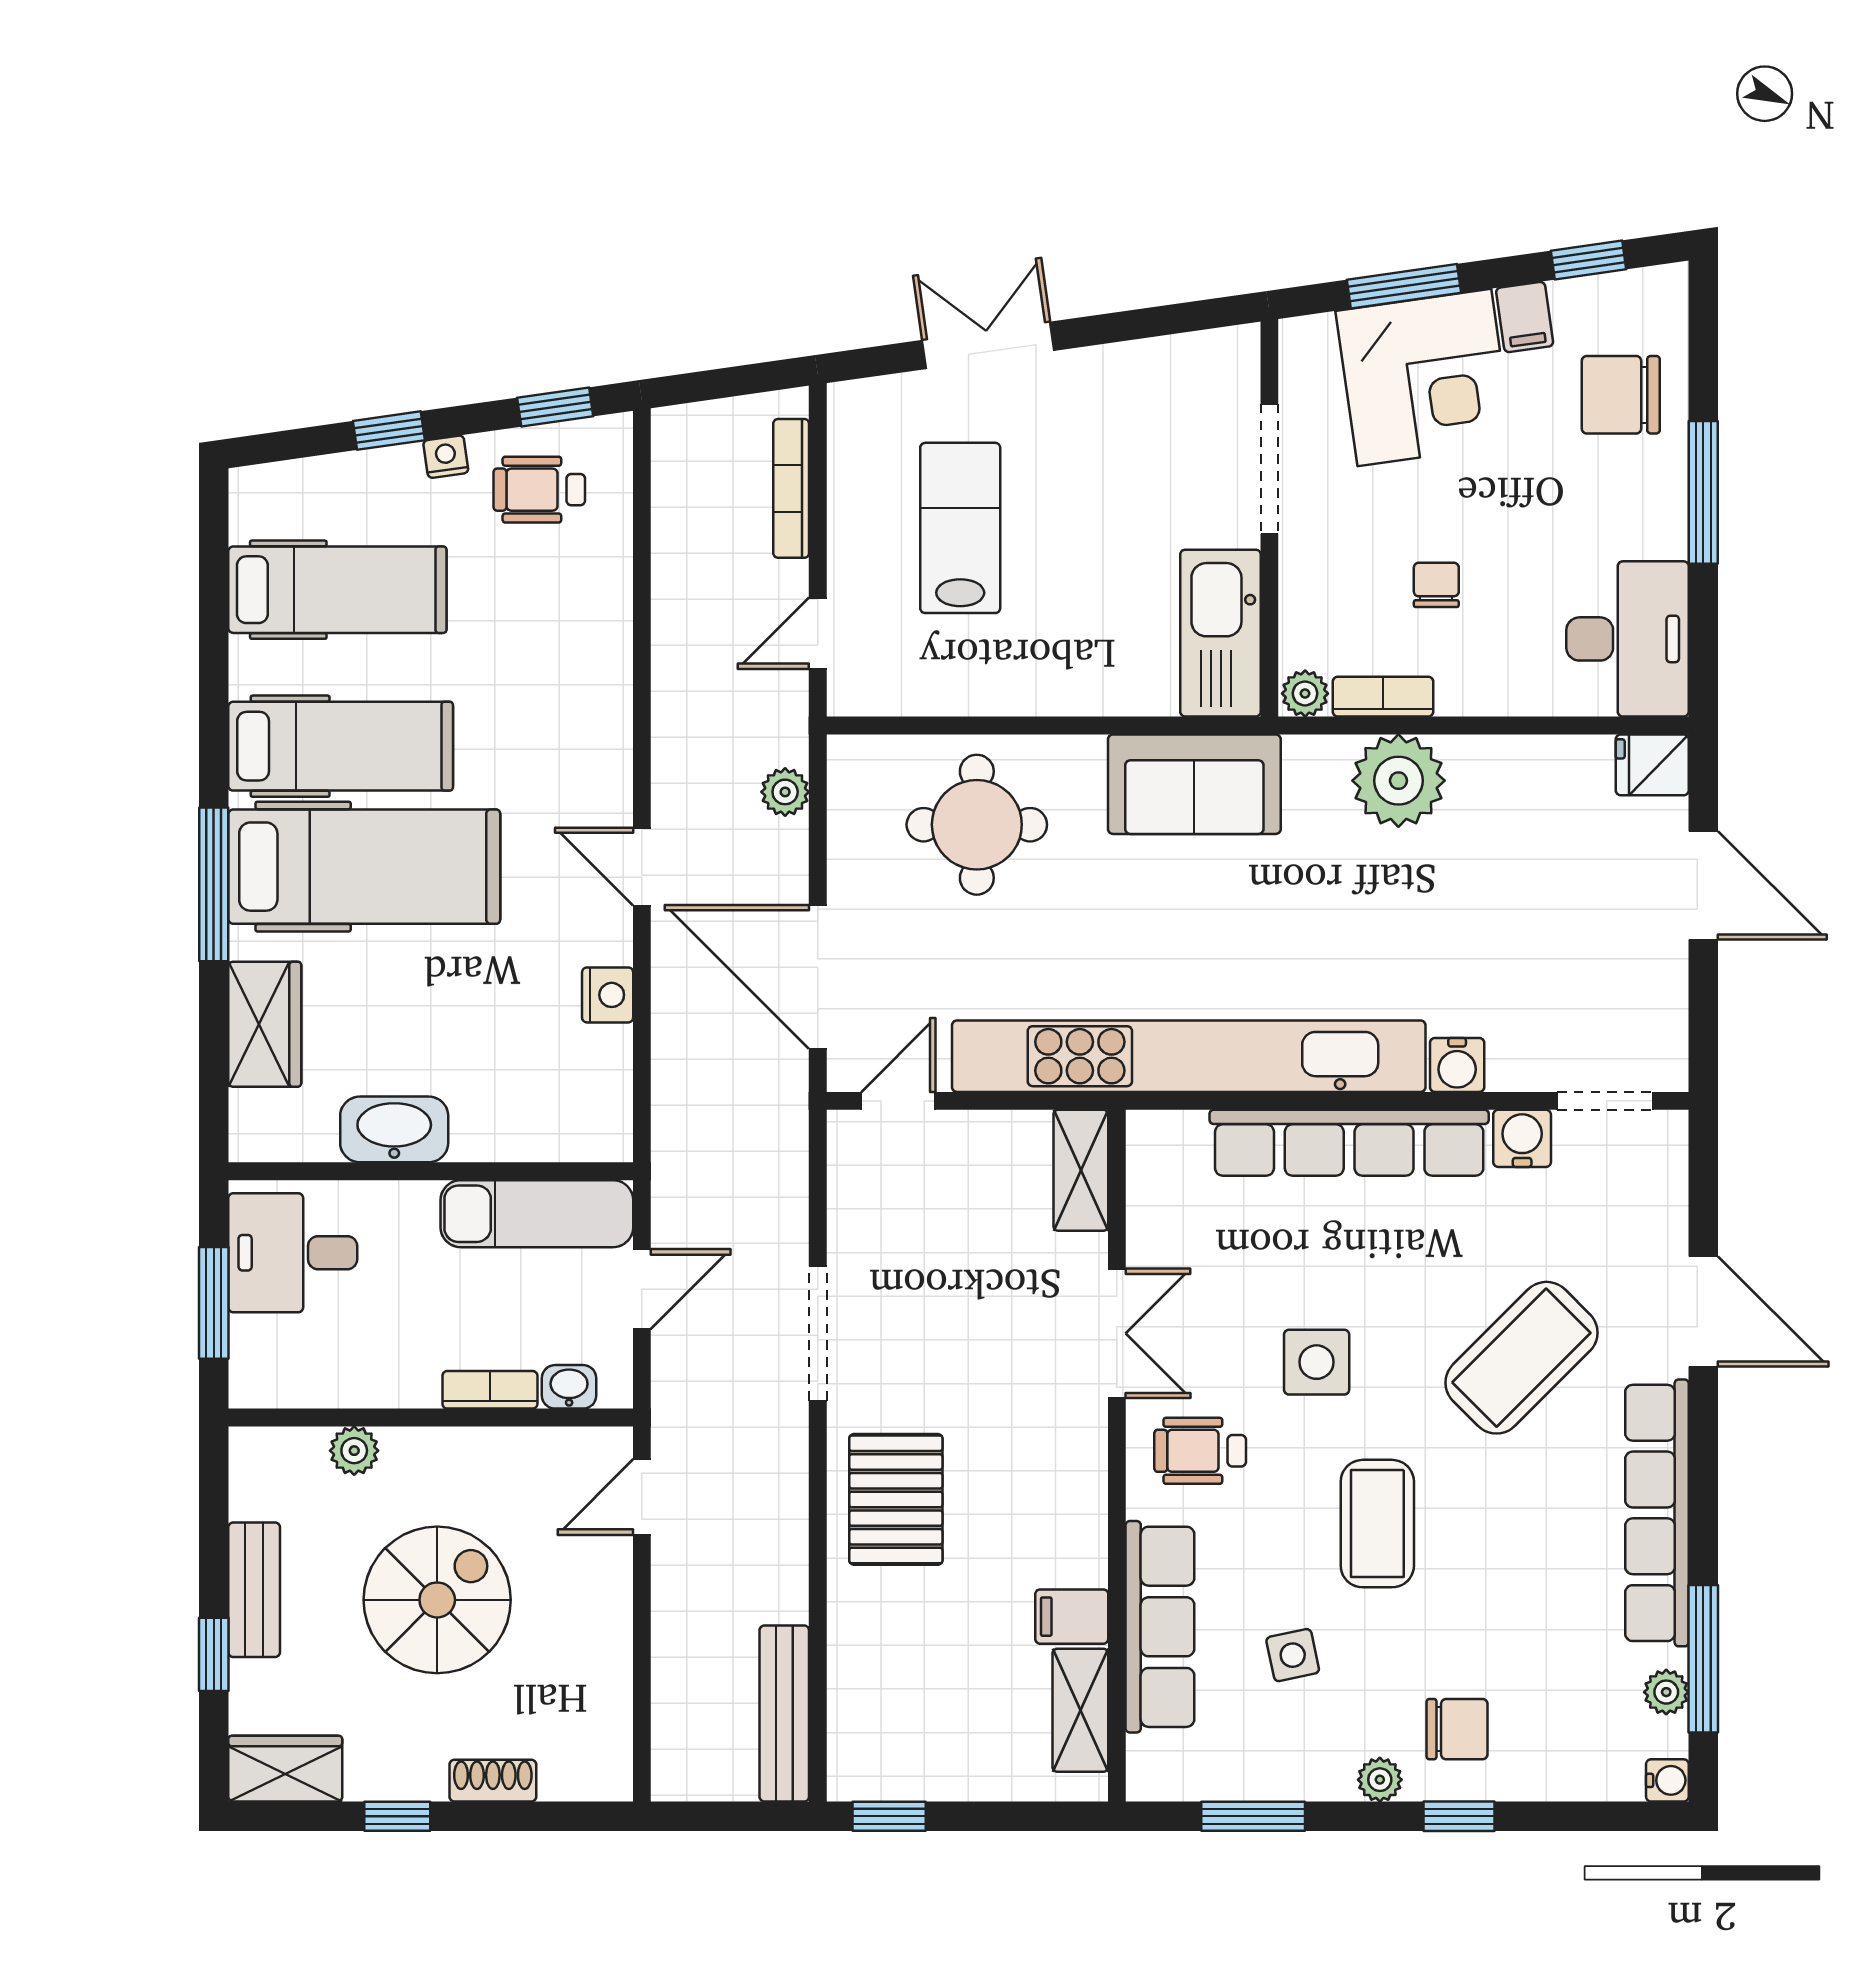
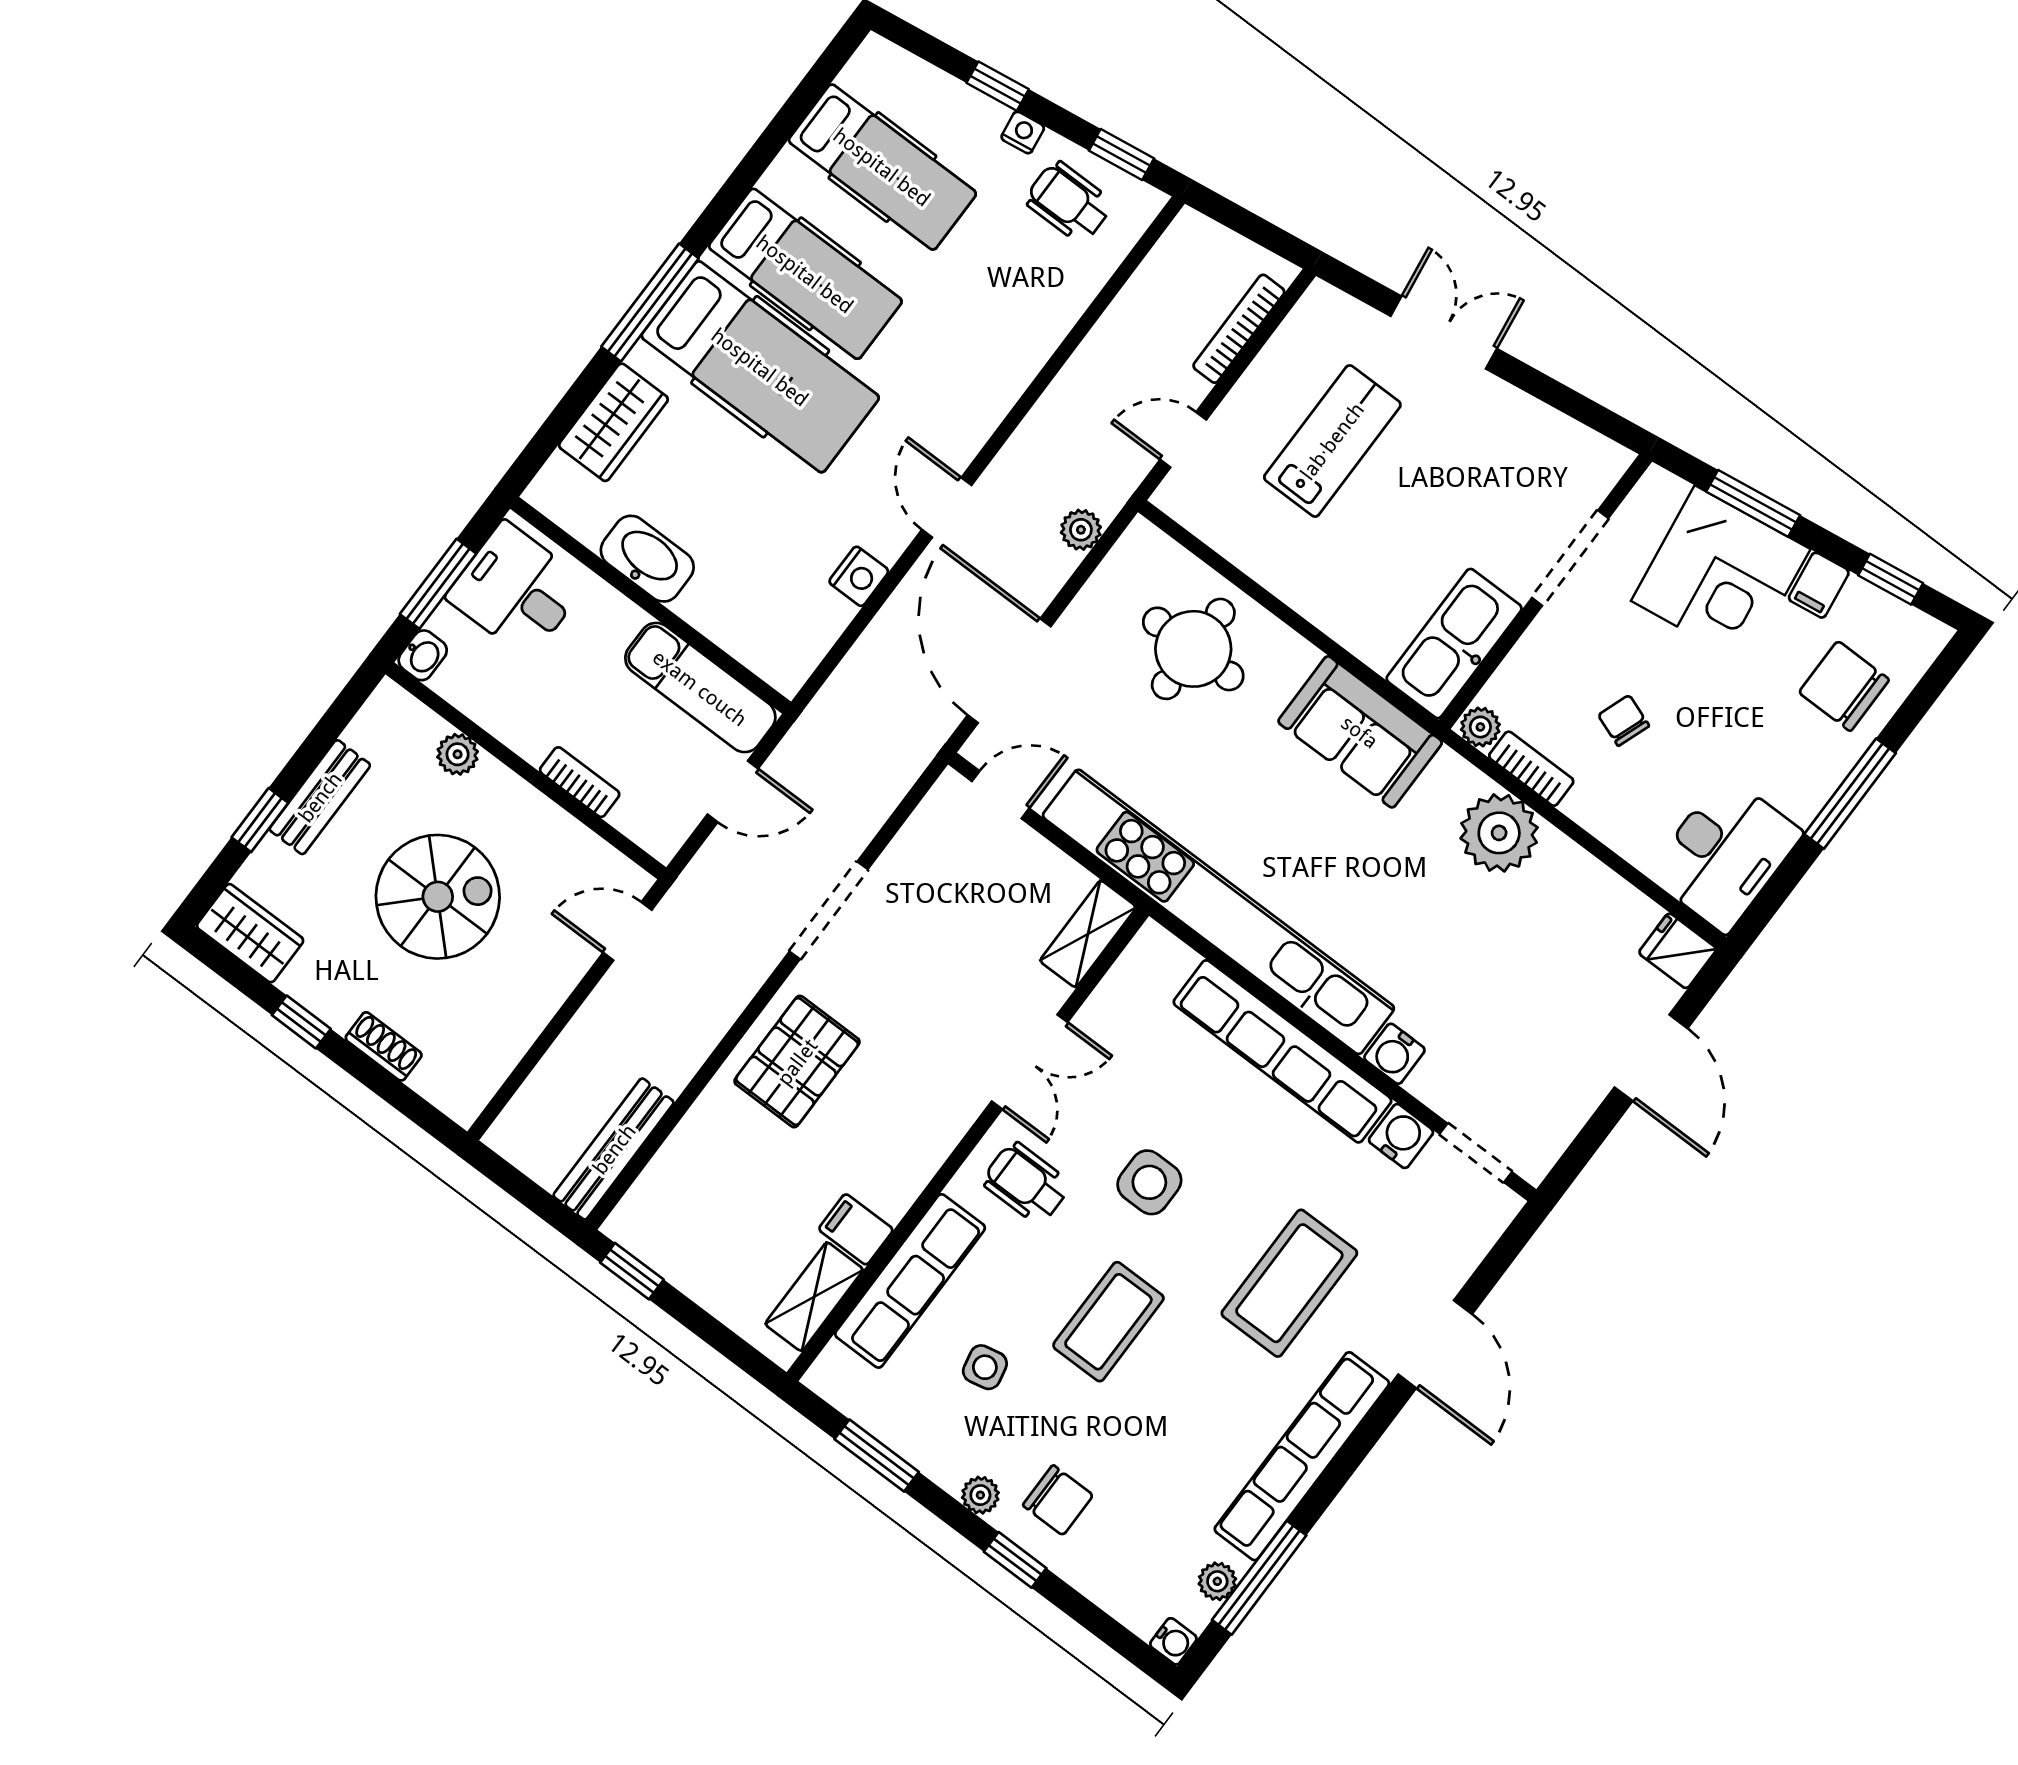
chair: (1436, 585) -> (1624, 720), turned -70
coffee table: (1521, 1358) -> (1289, 1283), turned -45
washbasin: (569, 1387) -> (423, 655), moved, turned 90

